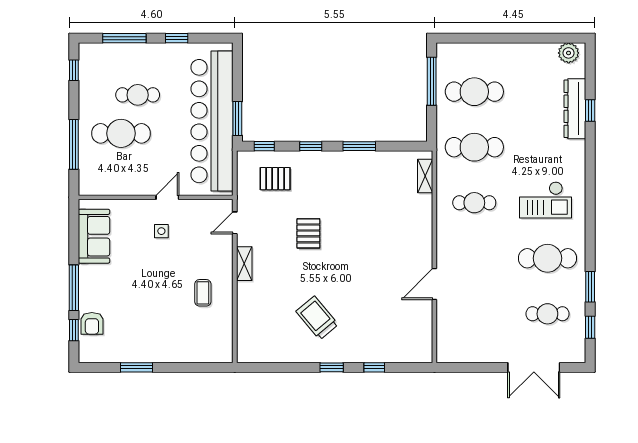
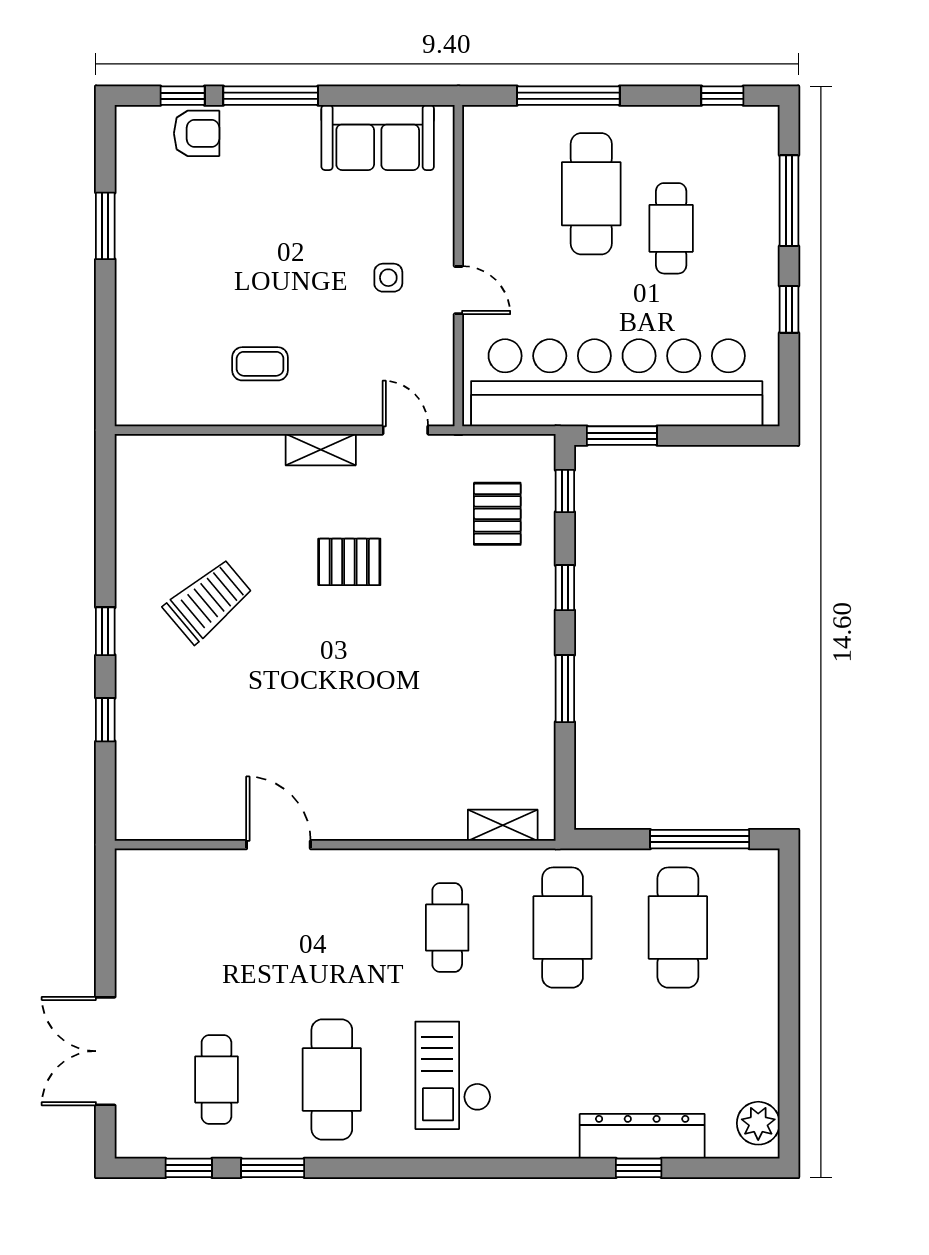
pallet: (308, 233) -> (349, 562), moved
armchair: (92, 323) -> (197, 133), turned 180

